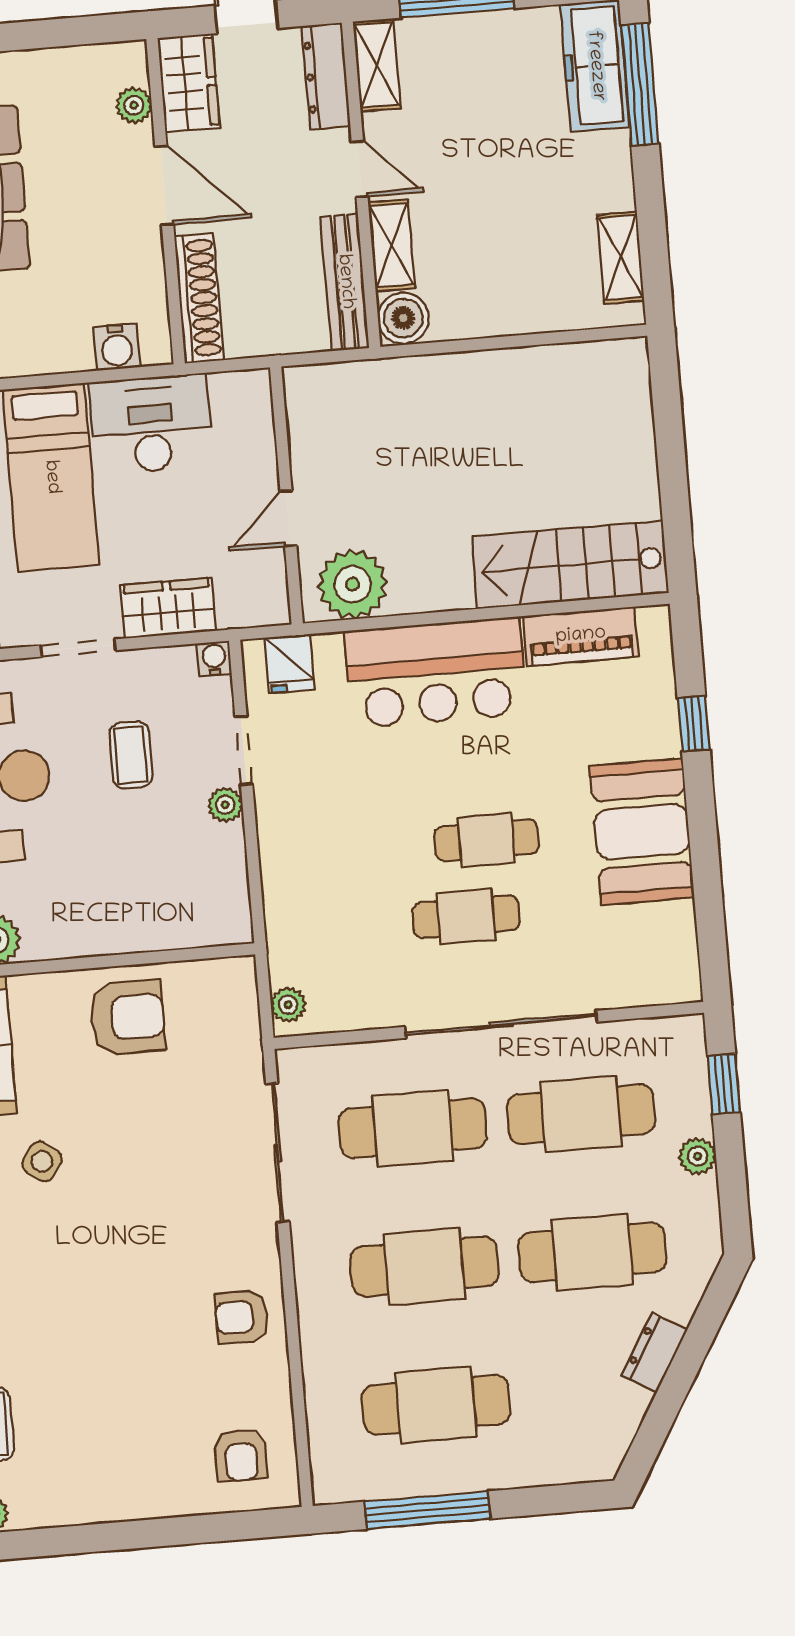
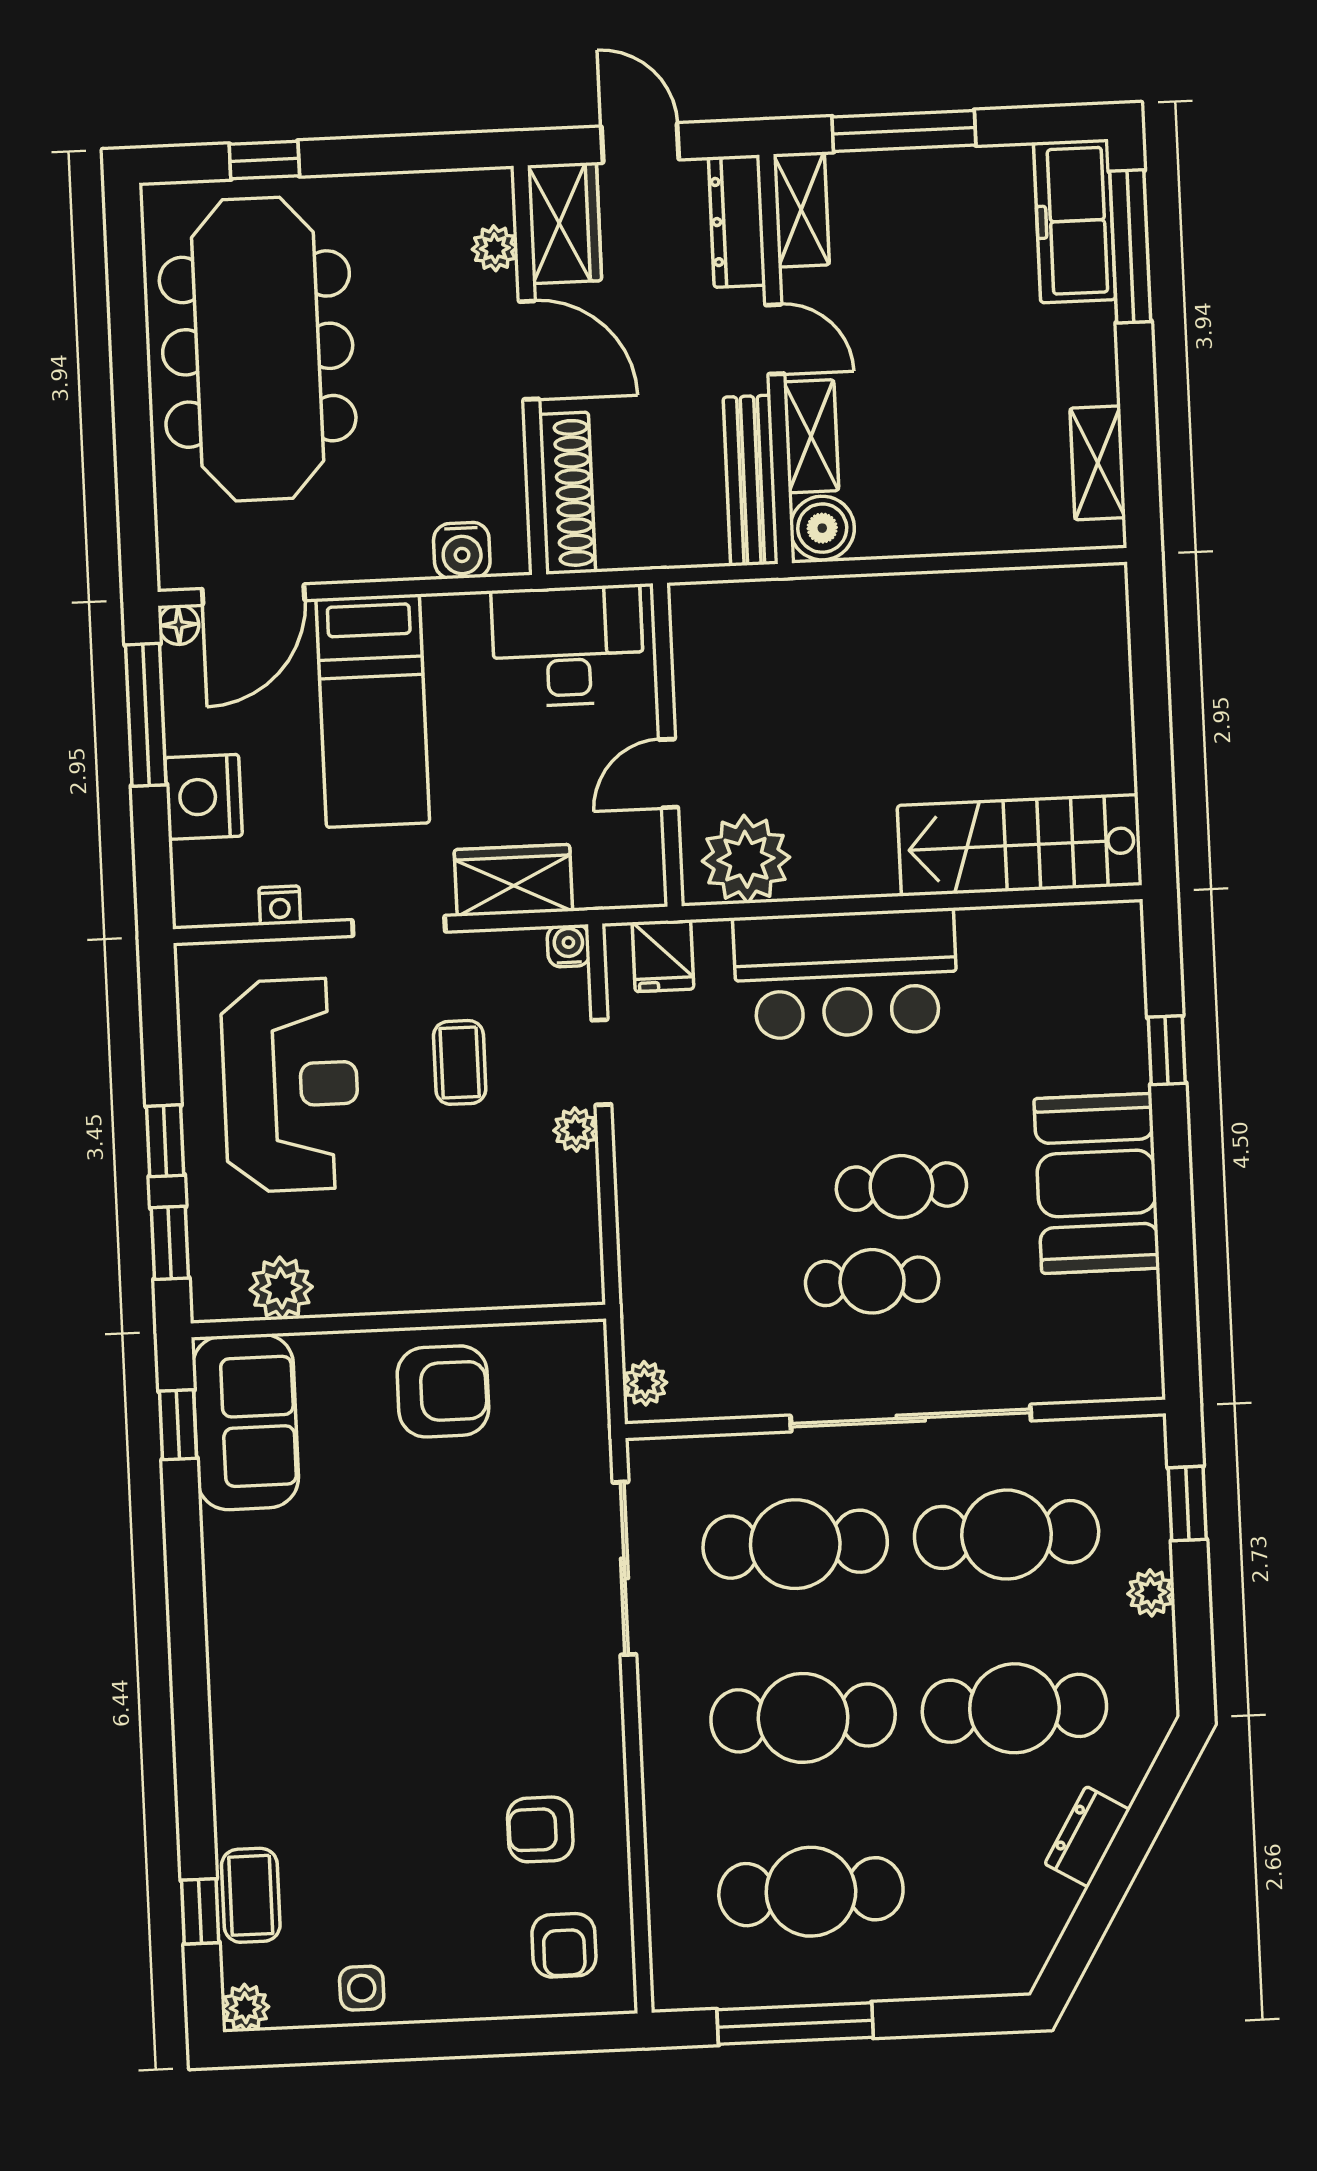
desk: (151, 424) -> (568, 646), moved
piano: (581, 636) -> (1029, 936), removed
side table: (42, 1162) -> (362, 1988), moved, turned -35
armchair: (242, 1317) -> (540, 1829), moved

